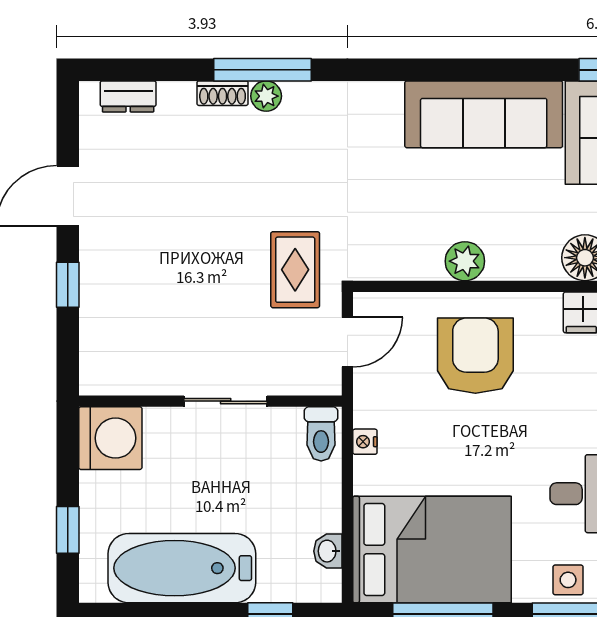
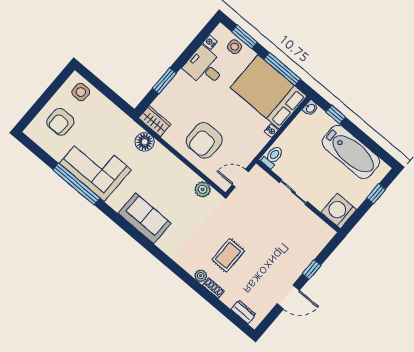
window: (263, 70) -> (195, 285), removed
sofa: (484, 114) -> (145, 218), width x0.73
plant: (465, 261) -> (203, 189), moved
rug: (295, 270) -> (228, 255), moved
nightstand: (365, 442) -> (271, 131), moved
washbasin: (328, 551) -> (310, 108), moved

